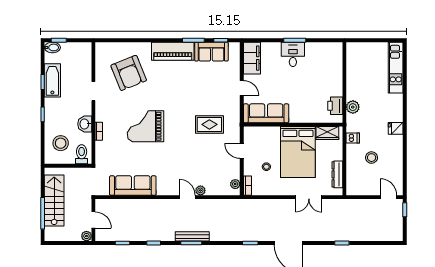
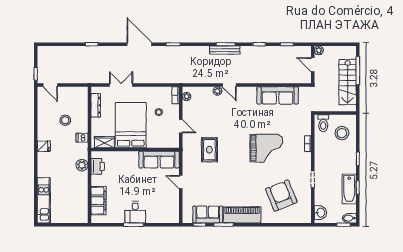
filing cabinet: (252, 58) -> (98, 201), moved, turned 180
washbasin: (85, 124) -> (320, 213), moved
rug: (209, 124) -> (209, 150), turned 90

